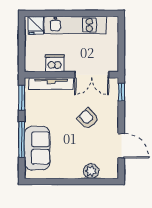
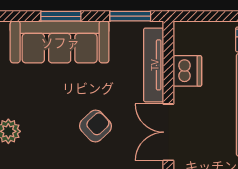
window: (22, 139) -> (61, 16), width x0.69
sofa: (37, 148) -> (60, 42), width x1.36

